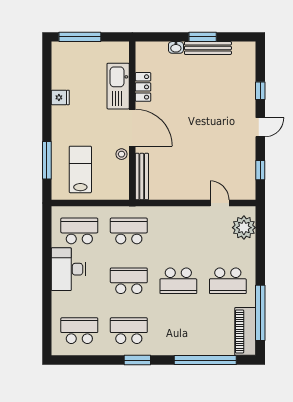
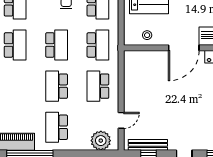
stool: (122, 154) -> (147, 35), moved
bench: (142, 177) -> (148, 145), moved
school desk: (178, 231) -> (98, 86), added

